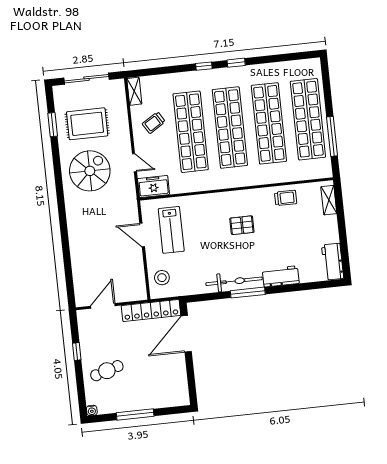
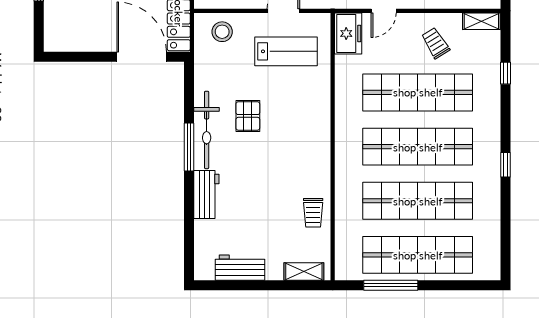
window: (204, 66) -> (506, 73), moved
pallet: (242, 225) -> (248, 116), moved
lab bench: (171, 230) -> (286, 51), turned 180
workbench: (333, 262) -> (240, 268), moved

